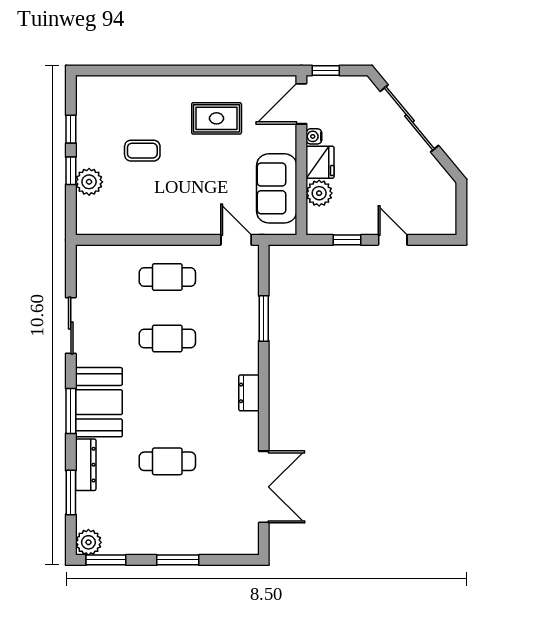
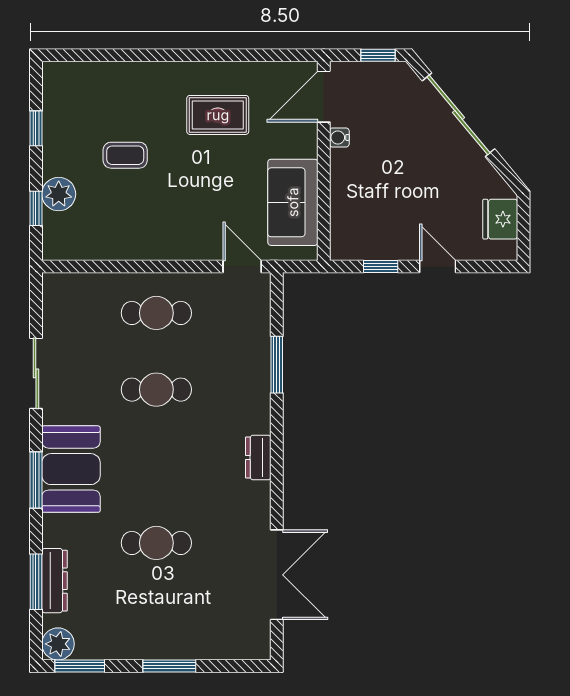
window: (326, 70) -> (378, 55), moved
fridge: (320, 162) -> (500, 219), moved, turned 180
window: (71, 171) -> (36, 208), moved
plant: (319, 193) -> (346, 208), removed
dresser: (86, 465) -> (54, 581), moved

